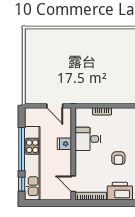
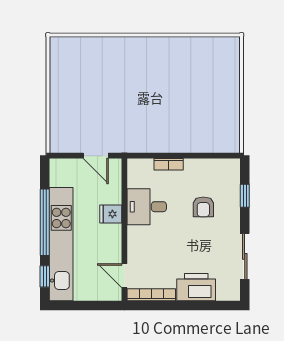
armchair: (118, 158) -> (203, 207), moved

